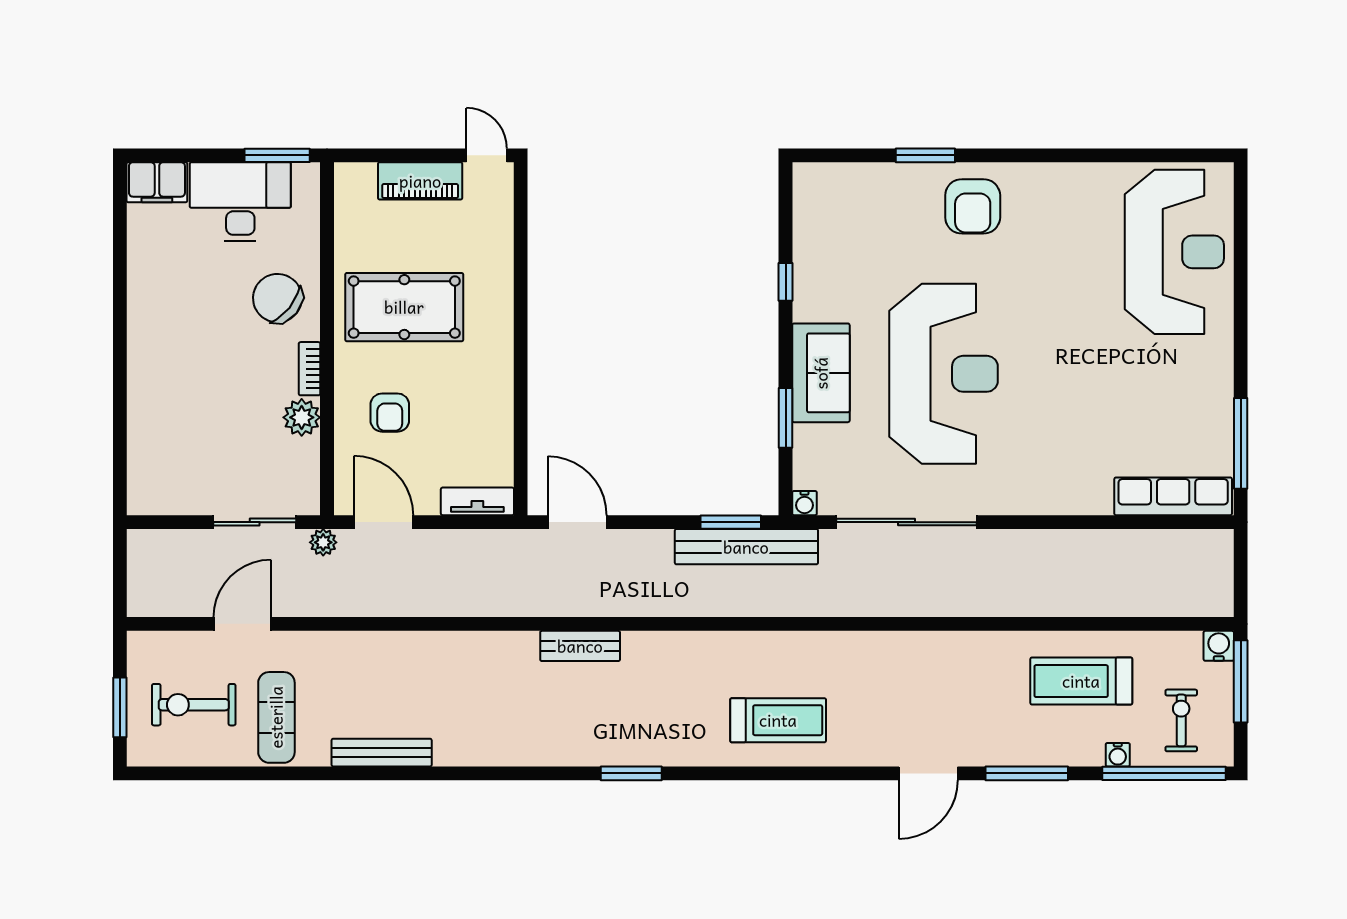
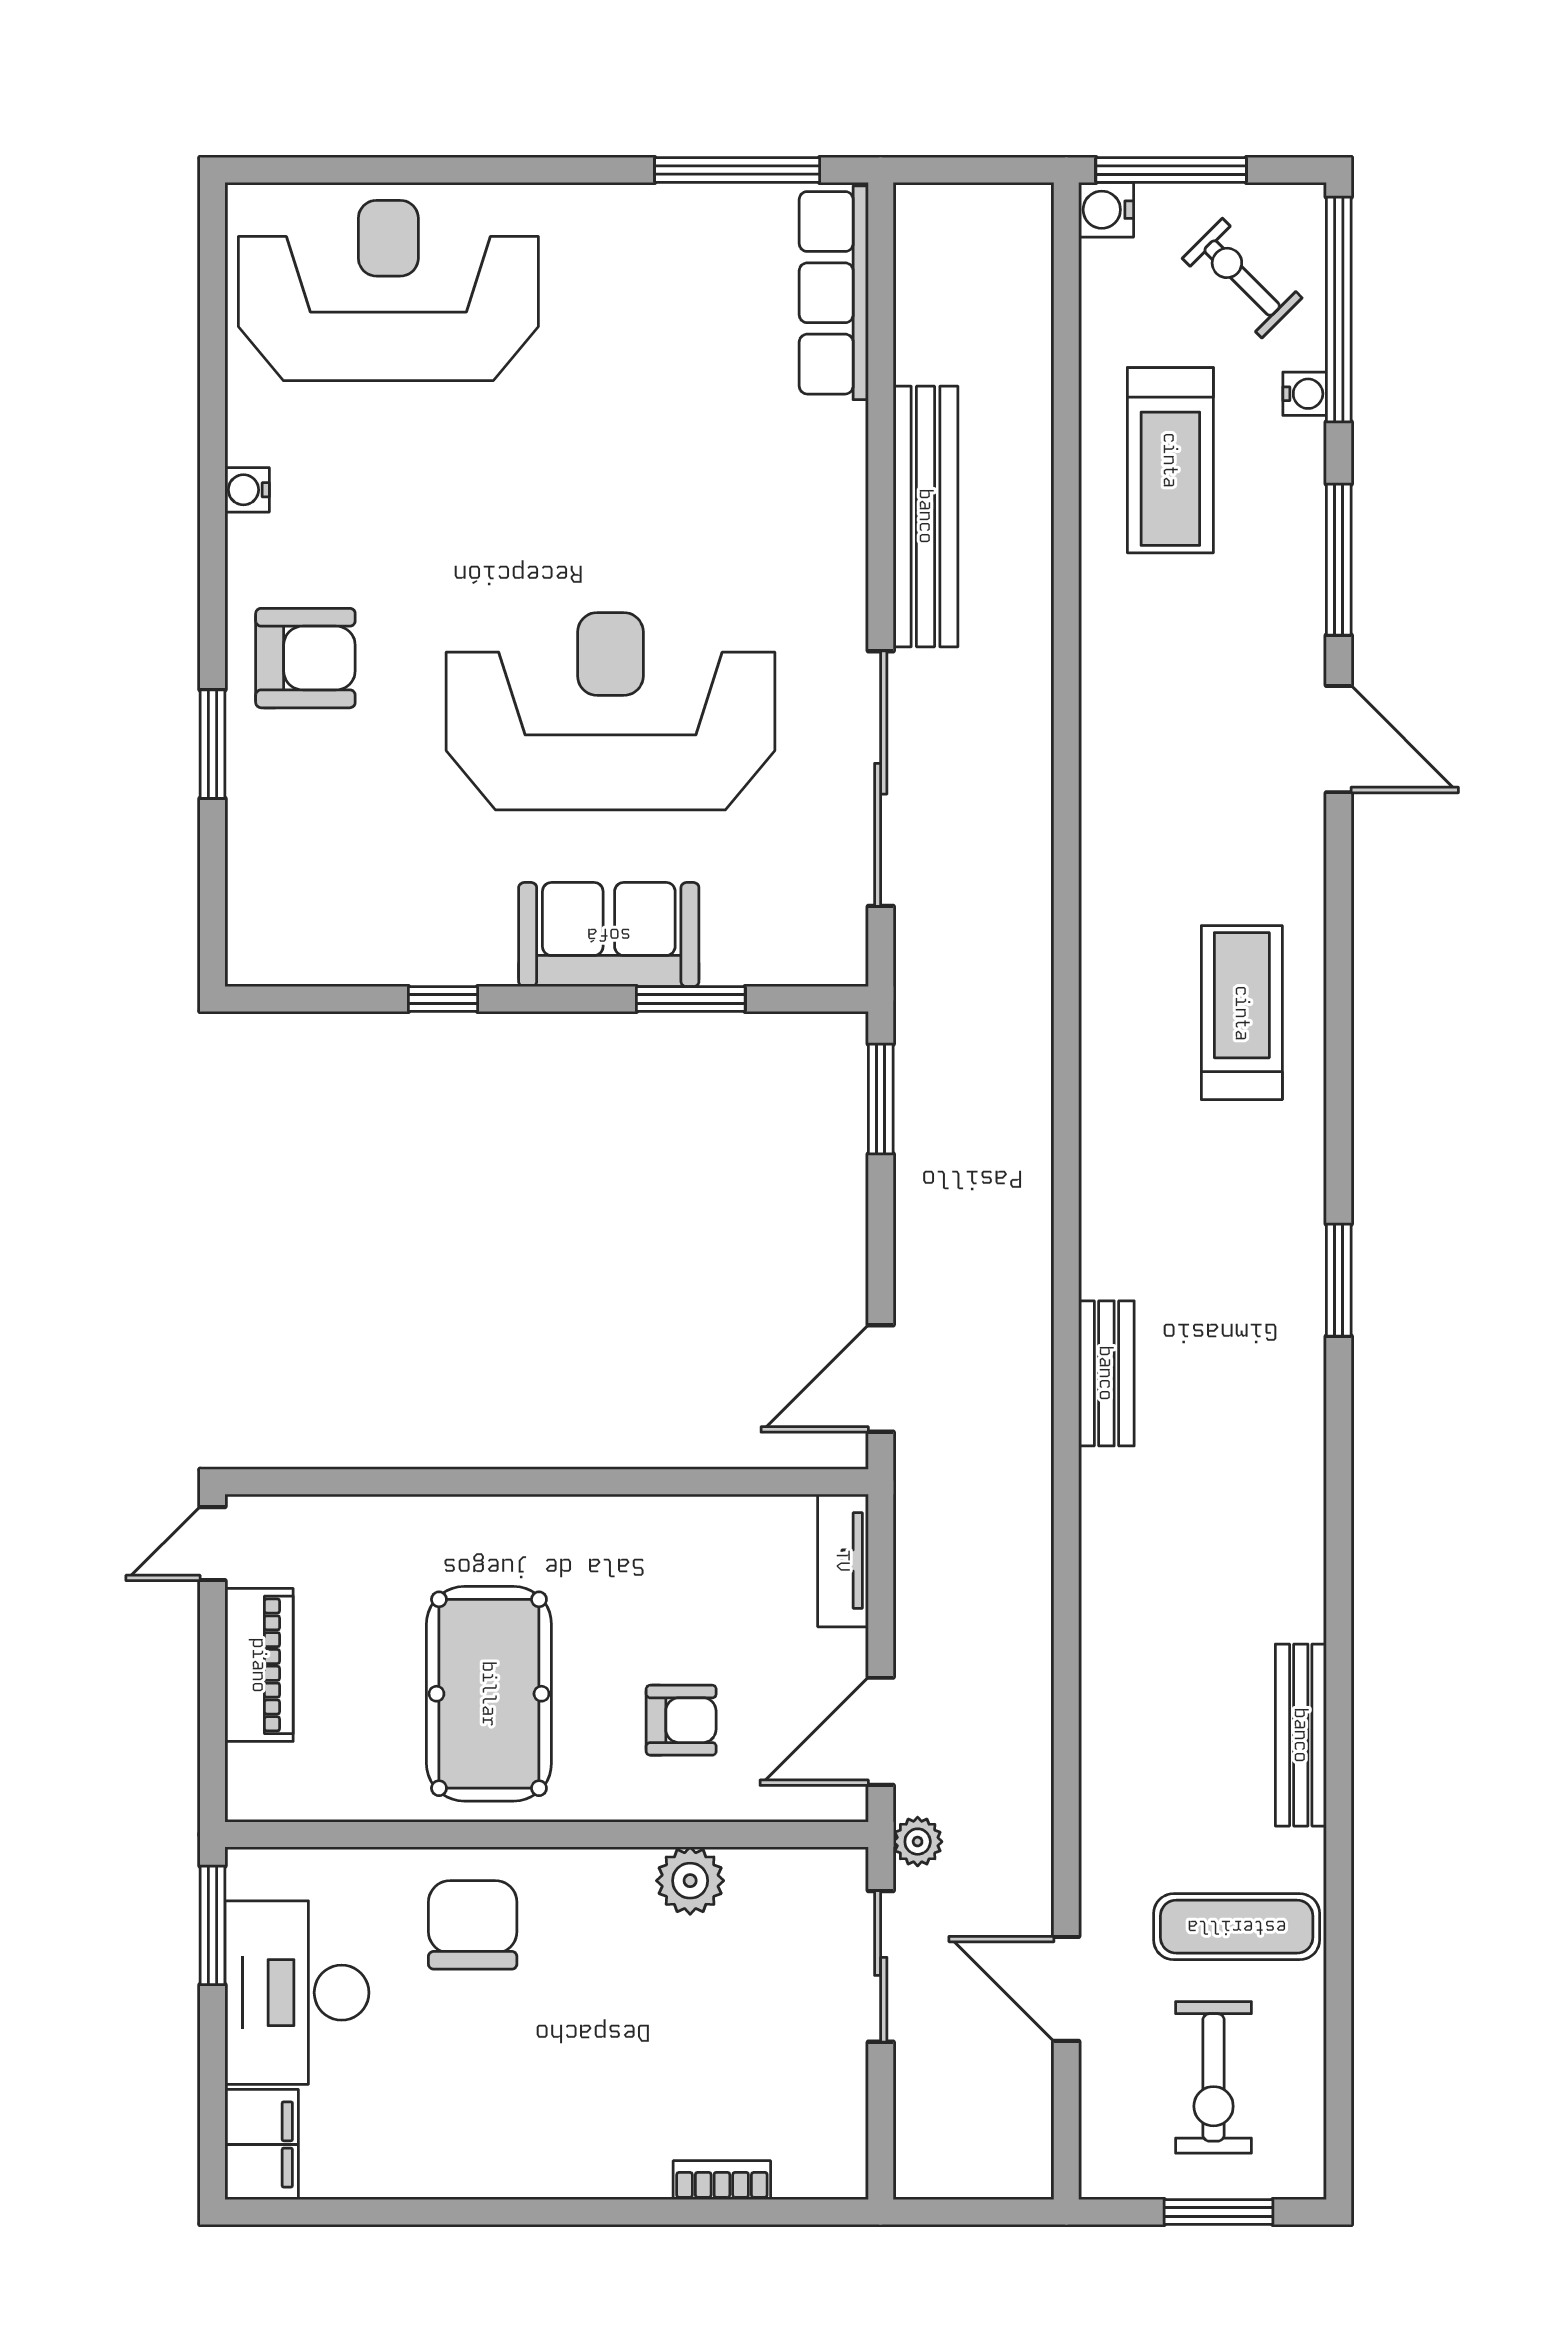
chair: (277, 298) -> (473, 1925), turned 141
bookcase: (310, 369) -> (722, 2180), moved, turned 180
water cooler: (805, 503) -> (247, 490), moved, turned 180
bench: (746, 547) -> (926, 516), moved
exercise bike: (1181, 720) -> (1242, 278), turned 45

